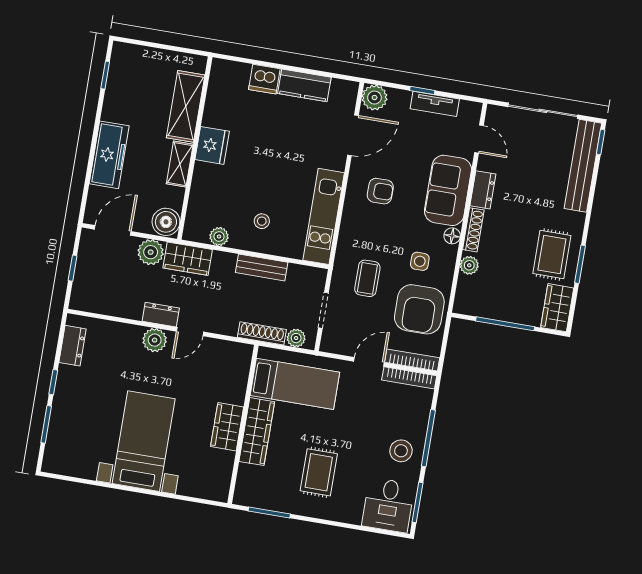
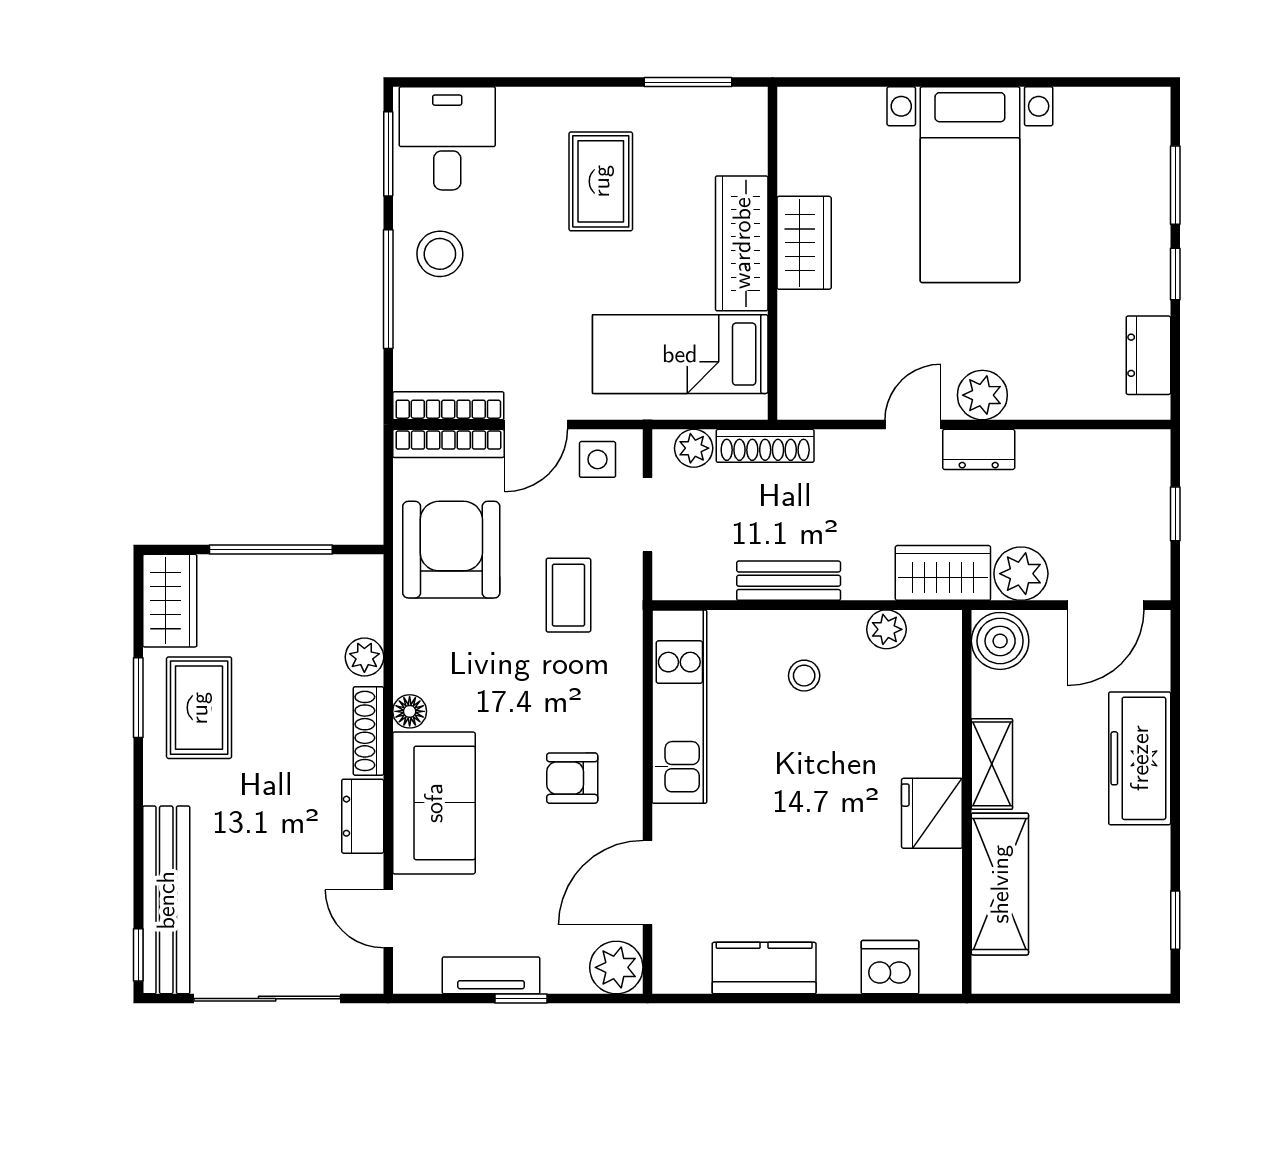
dishwasher: (264, 79) -> (890, 967), moved
side table: (420, 261) -> (598, 459), moved

